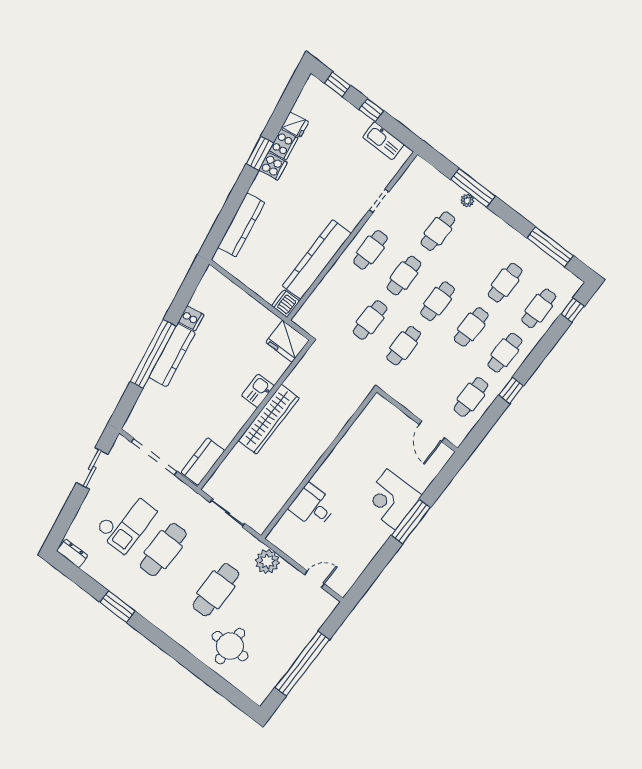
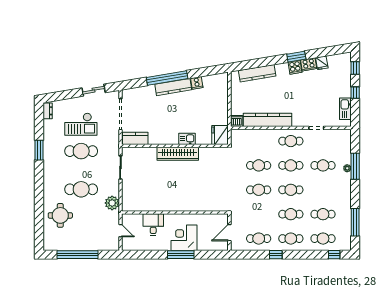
wall: (319, 464) -> (175, 212), moved
desk: (313, 506) -> (153, 225), moved

